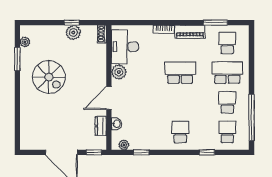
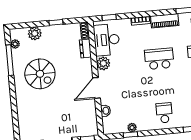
window: (130, 23) -> (109, 17), added
plant: (73, 32) -> (35, 33), moved
window: (17, 59) -> (10, 60), width x1.44
dresser: (101, 126) -> (85, 49), moved
plant: (124, 145) -> (132, 128), moved

